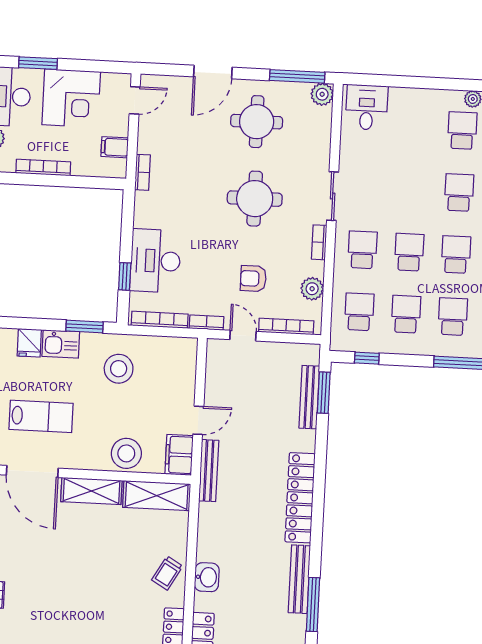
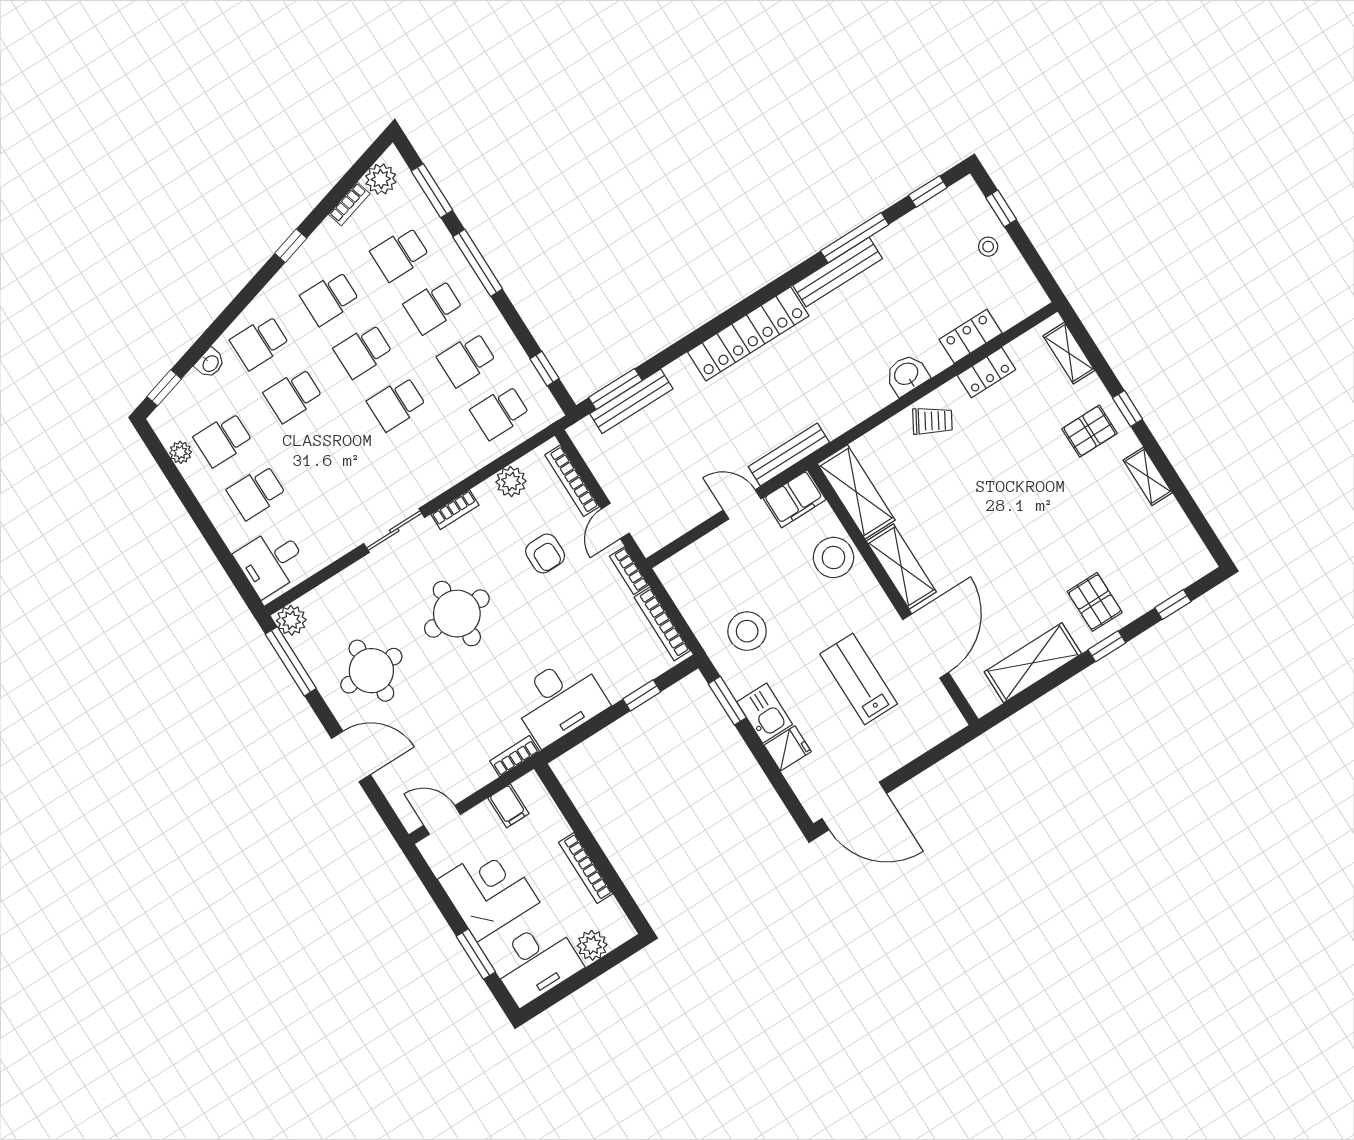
school desk: (362, 250) -> (256, 492), moved
desk: (155, 261) -> (559, 700), moved

